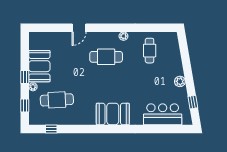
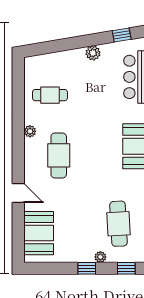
booth: (39, 66) -> (39, 233), moved, turned 90

